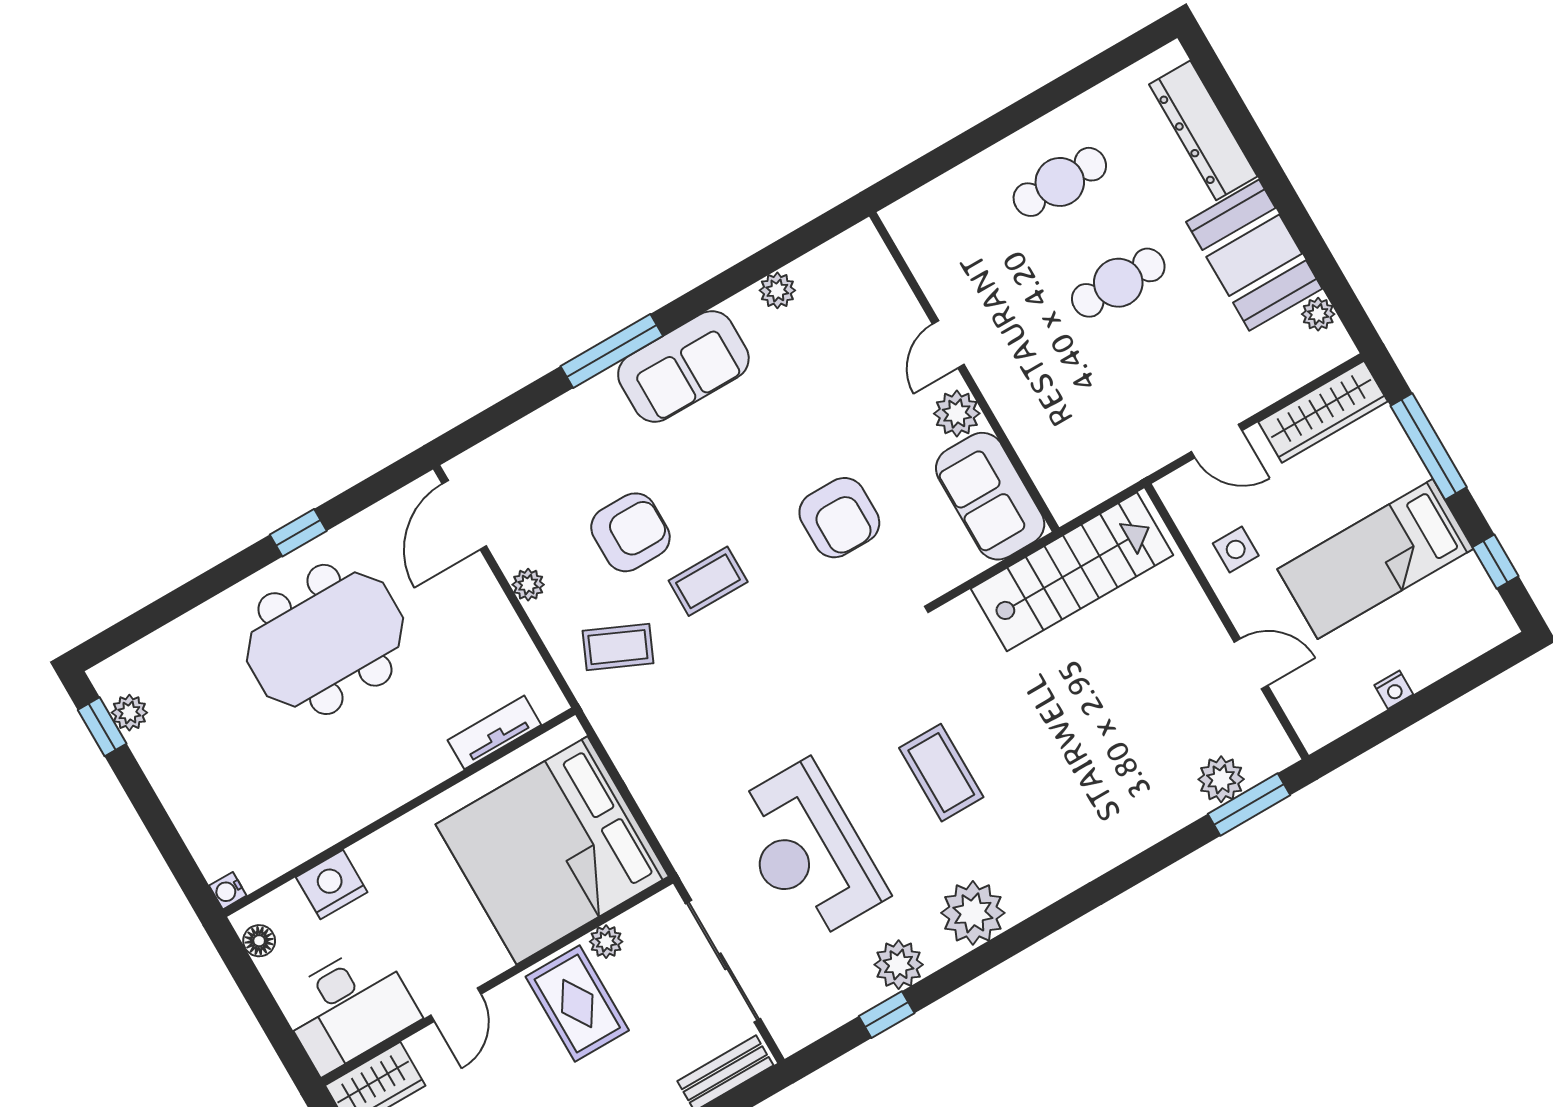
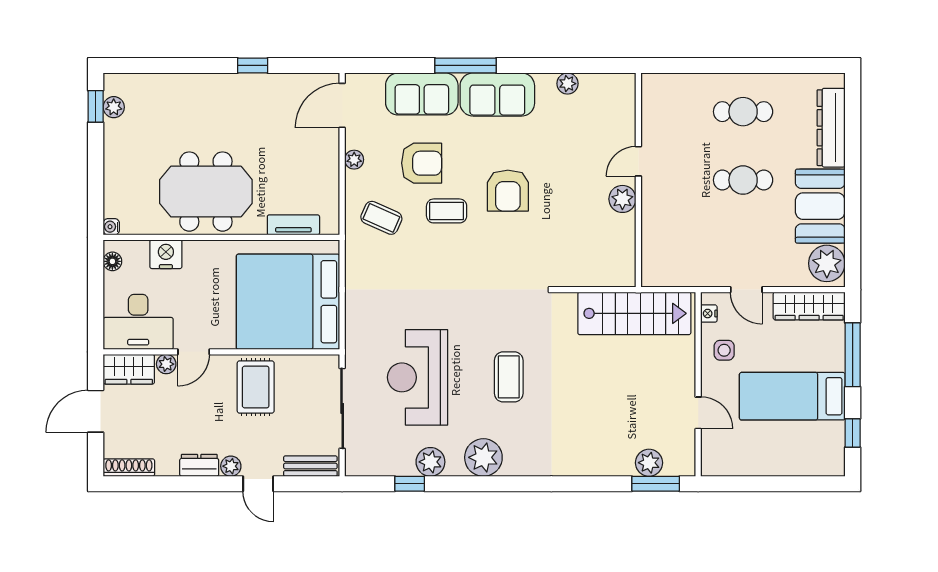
plant: (1318, 314) -> (827, 263), width x1.87, depth x1.87
sofa: (990, 496) -> (422, 94), moved, turned -90
armchair: (839, 518) -> (508, 191), moved
meeting table: (325, 639) -> (206, 192), moved
nightstand: (1394, 690) -> (709, 314), moved, turned 90
plant: (606, 942) -> (166, 364), moved

